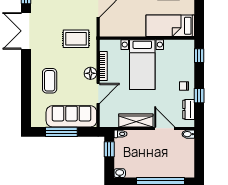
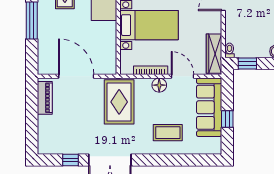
rug: (76, 39) -> (119, 102), width x1.36, depth x1.43
wardrobe: (136, 120) -> (214, 54), moved
window: (61, 132) -> (227, 119), width x0.46

